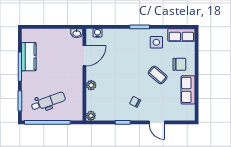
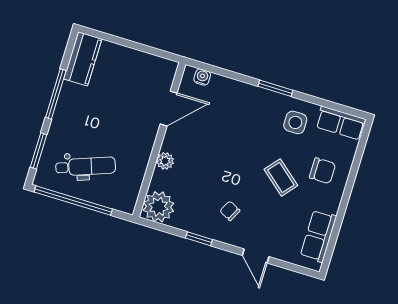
washbasin: (77, 33) -> (167, 67), removed
kitchen counter: (29, 57) -> (83, 59), moved
row of seats: (188, 90) -> (318, 236), moved
plant: (91, 116) -> (158, 207), width x1.88, depth x1.88

